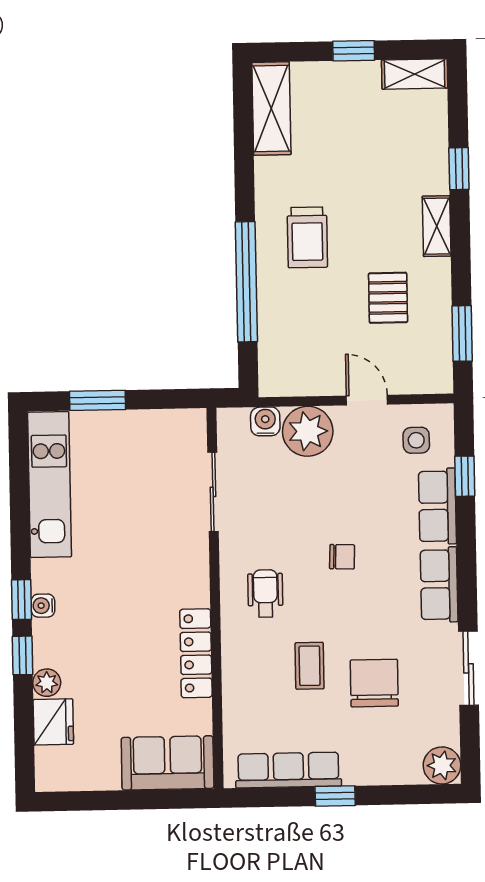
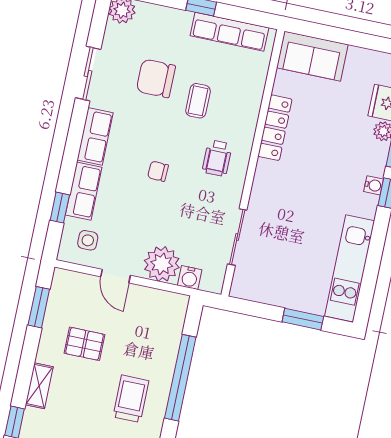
pallet: (388, 298) -> (84, 344), turned 90
chair: (374, 683) -> (156, 78), turned 90

